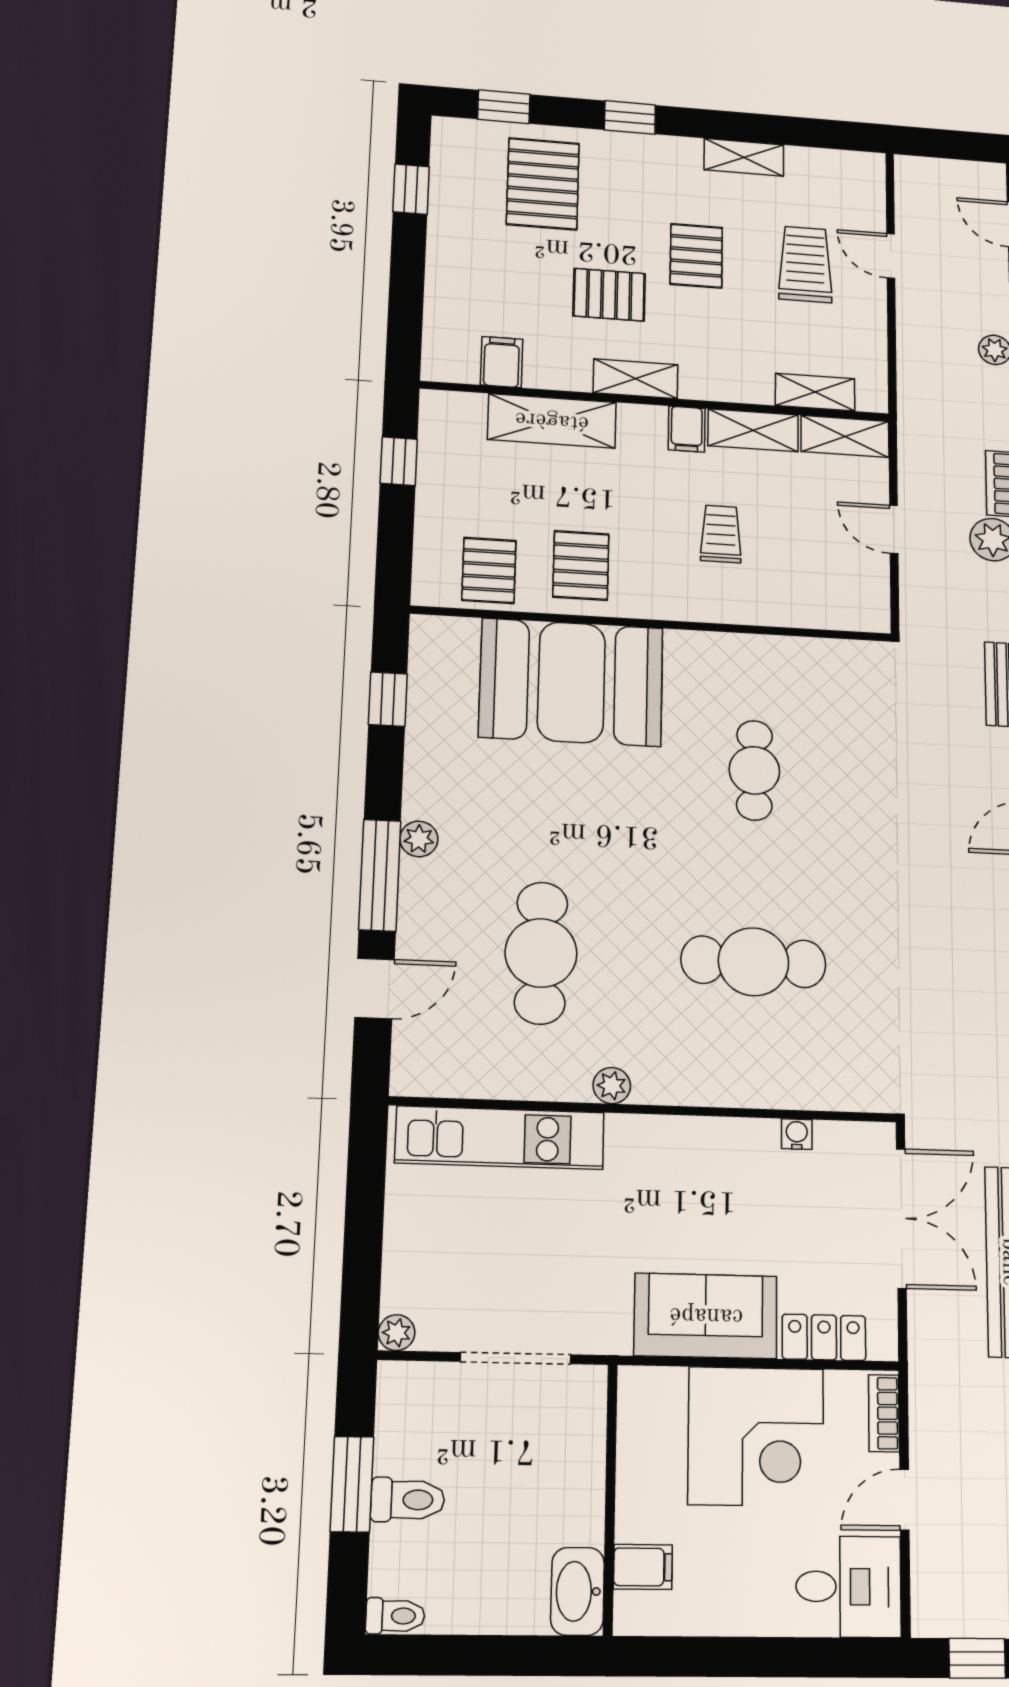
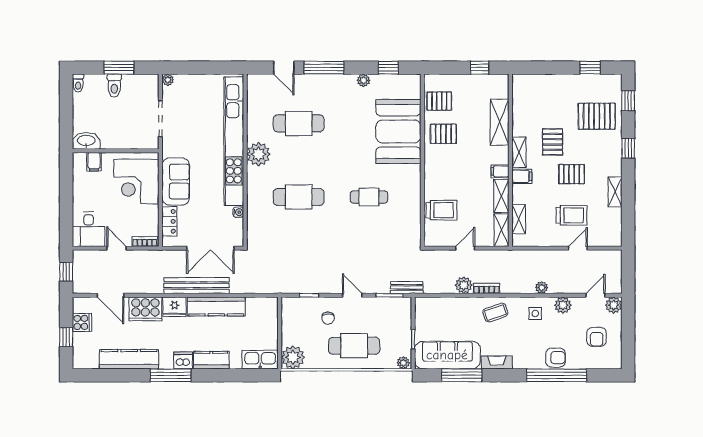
filing cabinet: (502, 362) -> (522, 176), moved
trolley: (721, 534) -> (441, 210), moved, width x1.36, depth x1.39
plant: (419, 839) -> (363, 80), moved
cafe table: (754, 962) -> (299, 197), turned 90
plant: (612, 1086) -> (259, 154), width x1.88, depth x1.88
kitchen unit: (500, 1138) -> (234, 141), width x1.86
corner desk: (756, 1436) -> (136, 181), moved

